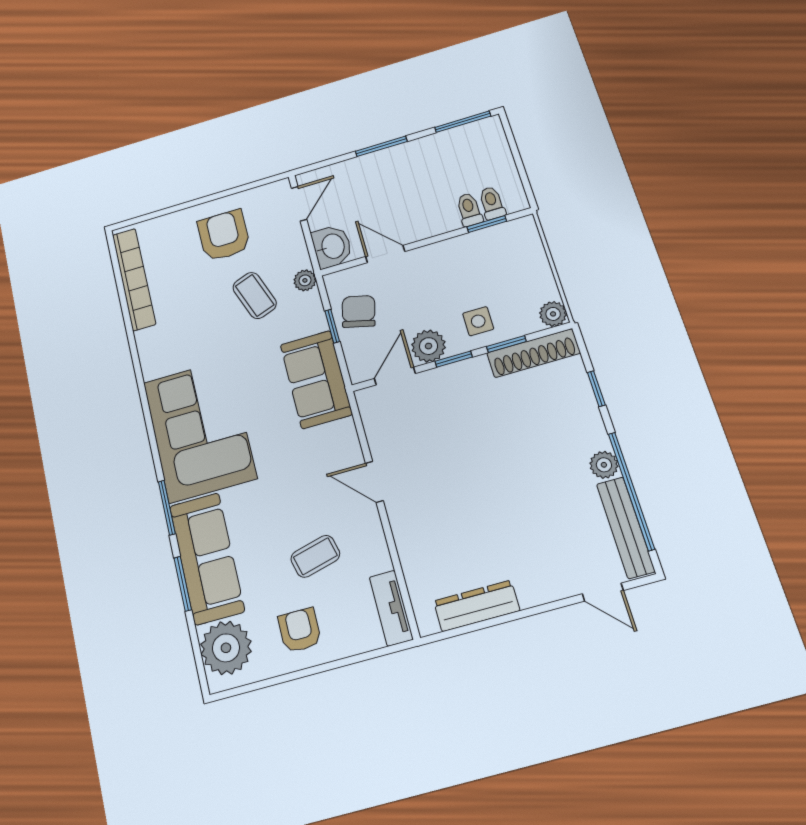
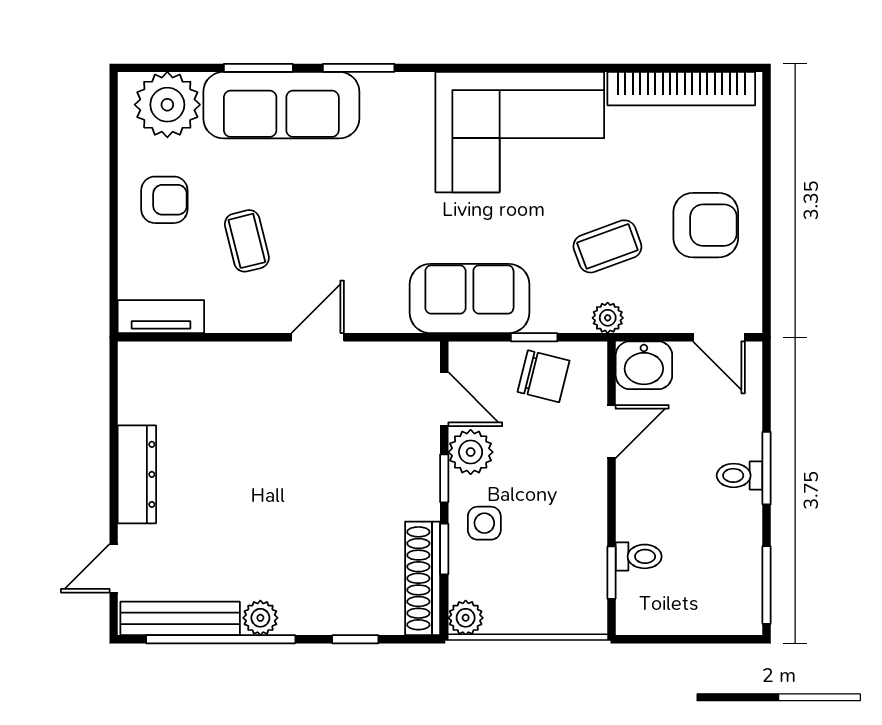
toilet: (492, 203) -> (740, 475), moved, turned 180
corner sofa: (199, 430) -> (520, 132), moved
dresser: (477, 606) -> (137, 474), moved

